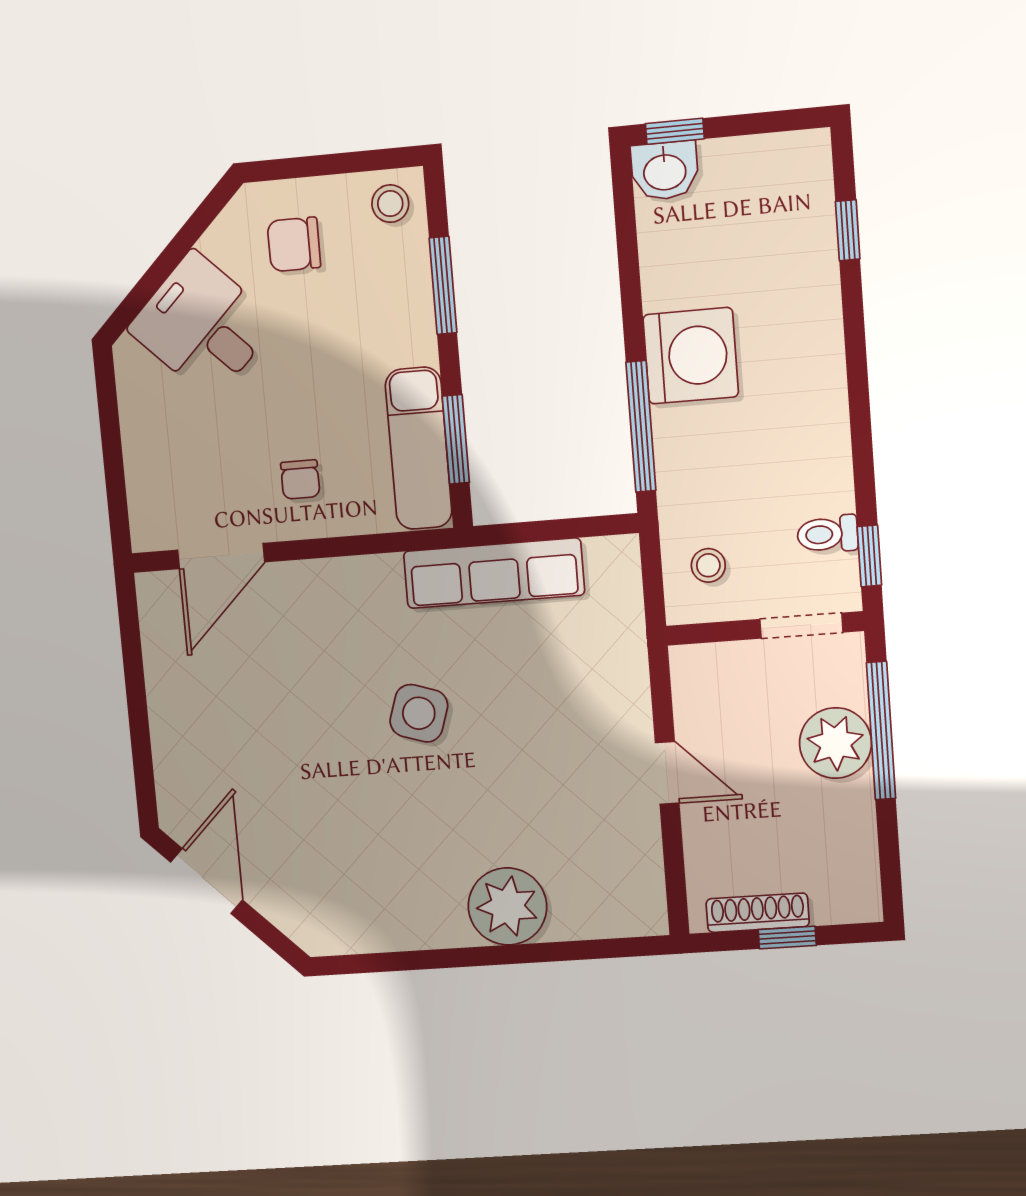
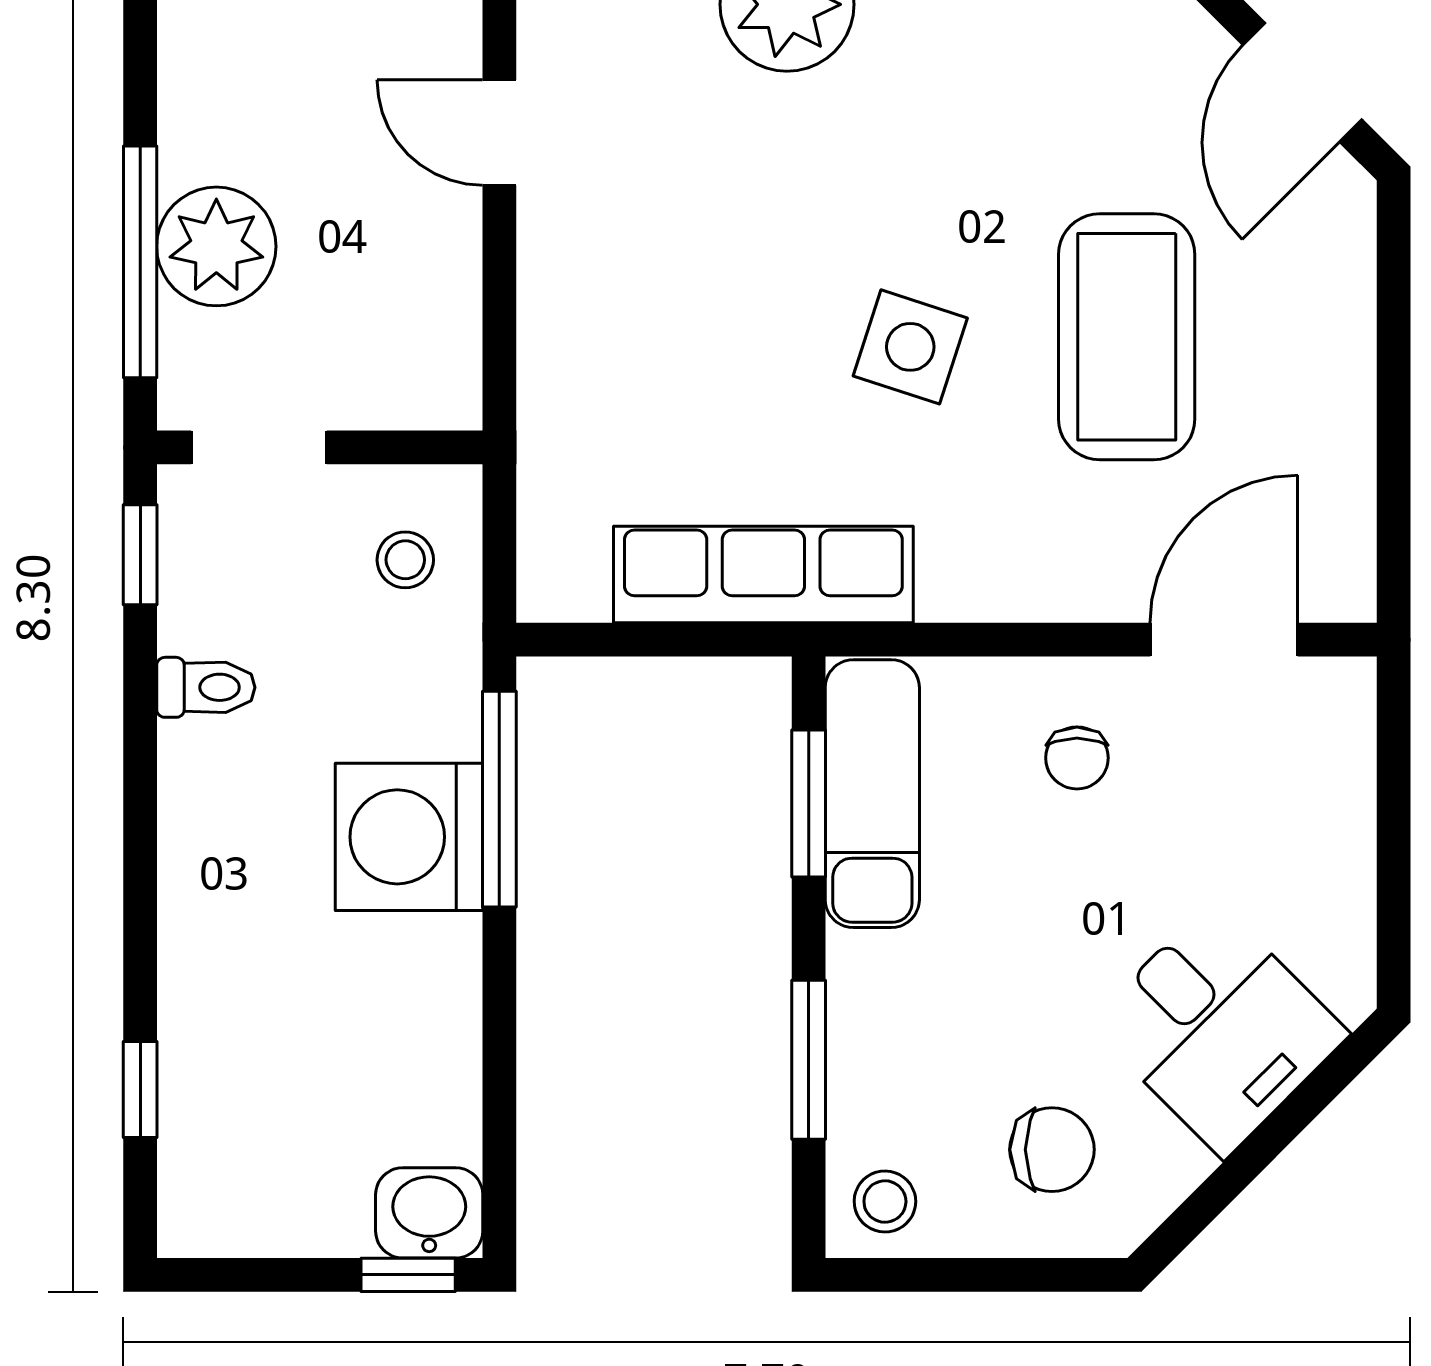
washing machine: (691, 356) -> (409, 837), moved
chair: (300, 480) -> (1077, 758), turned 180
toilet: (828, 534) -> (206, 687), moved
coffee table: (294, 728) -> (1127, 337), added
door: (667, 773) -> (499, 133), moved

